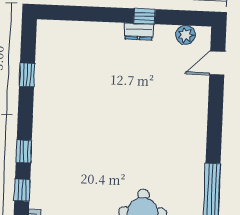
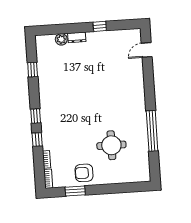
dresser: (139, 32) -> (77, 37), moved
plant: (185, 35) -> (61, 39), moved

